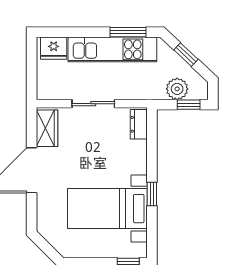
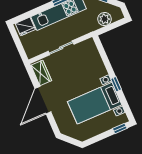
window: (189, 105) -> (115, 25), removed
dresser: (139, 124) -> (92, 48), removed

